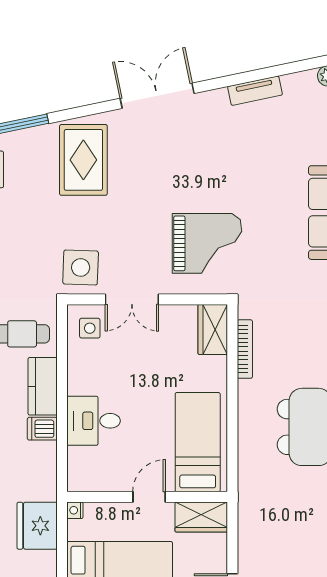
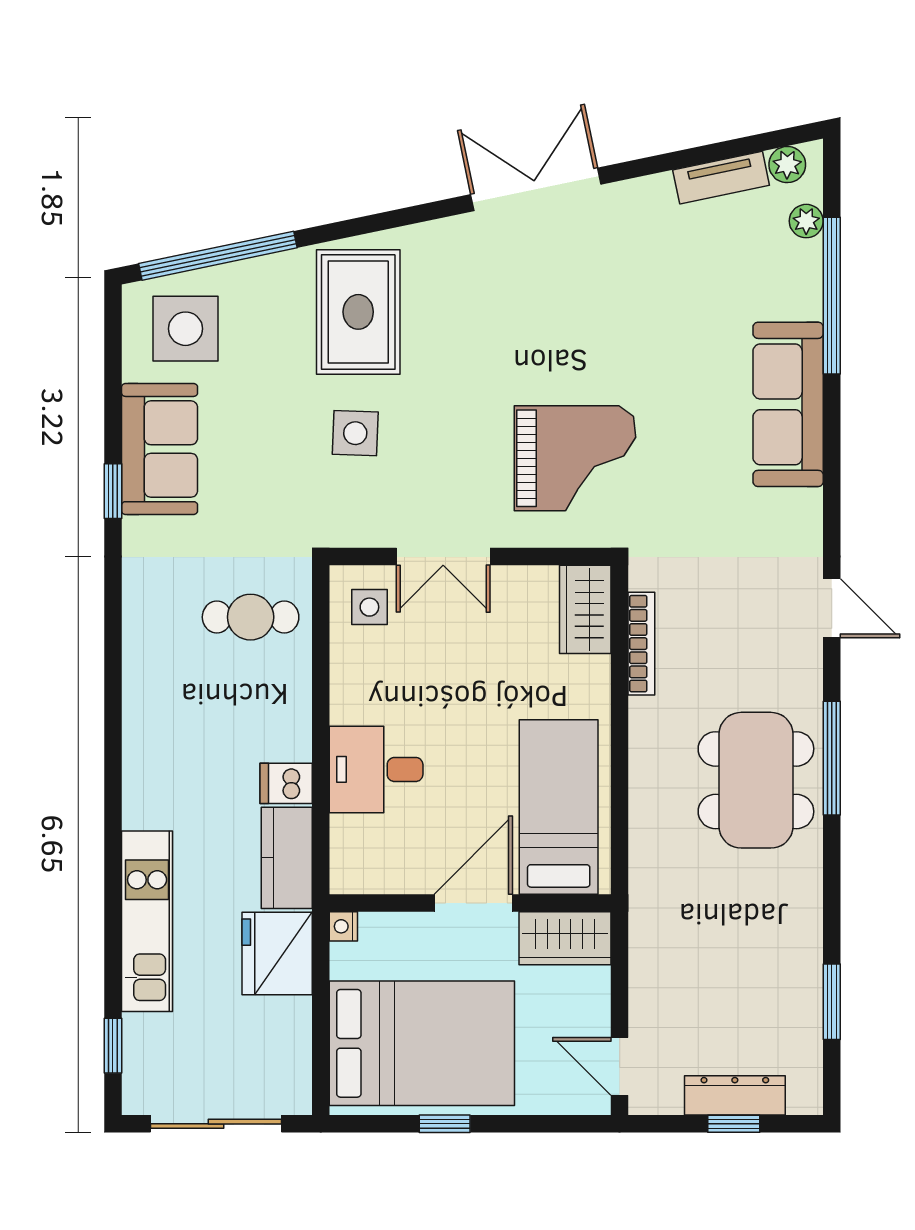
tv unit: (255, 91) -> (721, 178), moved
double door: (157, 96) -> (536, 189), moved
side table: (81, 267) -> (355, 433), moved, width x0.73, depth x0.73
kitchen counter: (43, 386) -> (287, 858), moved
door: (149, 497) -> (473, 903), width x1.38

